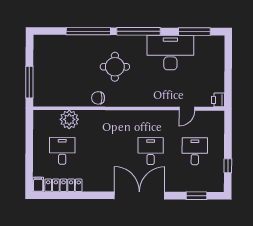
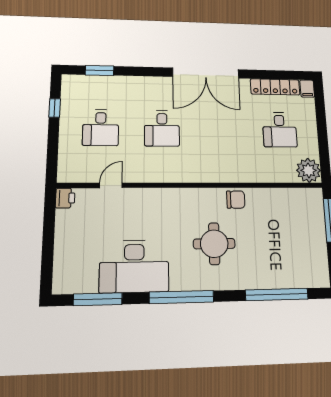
window: (88, 31) -> (277, 294), moved
plant: (69, 119) -> (309, 170), moved
double door: (139, 196) -> (206, 73), moved

